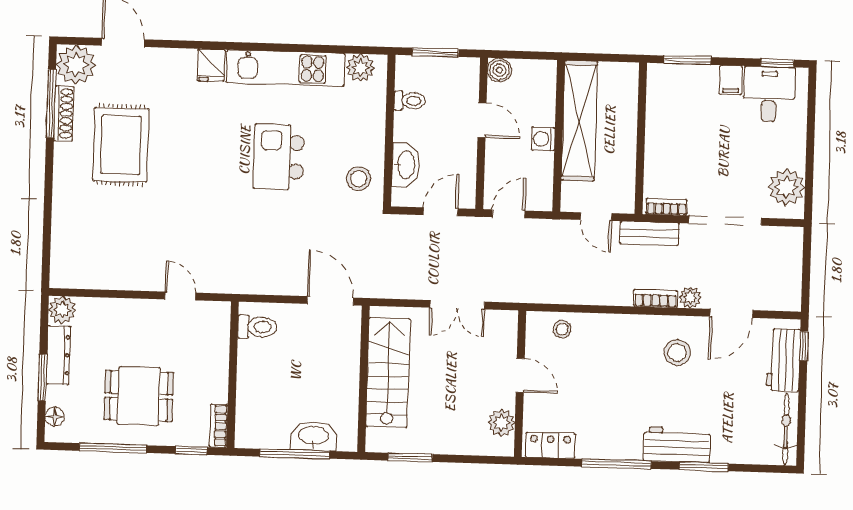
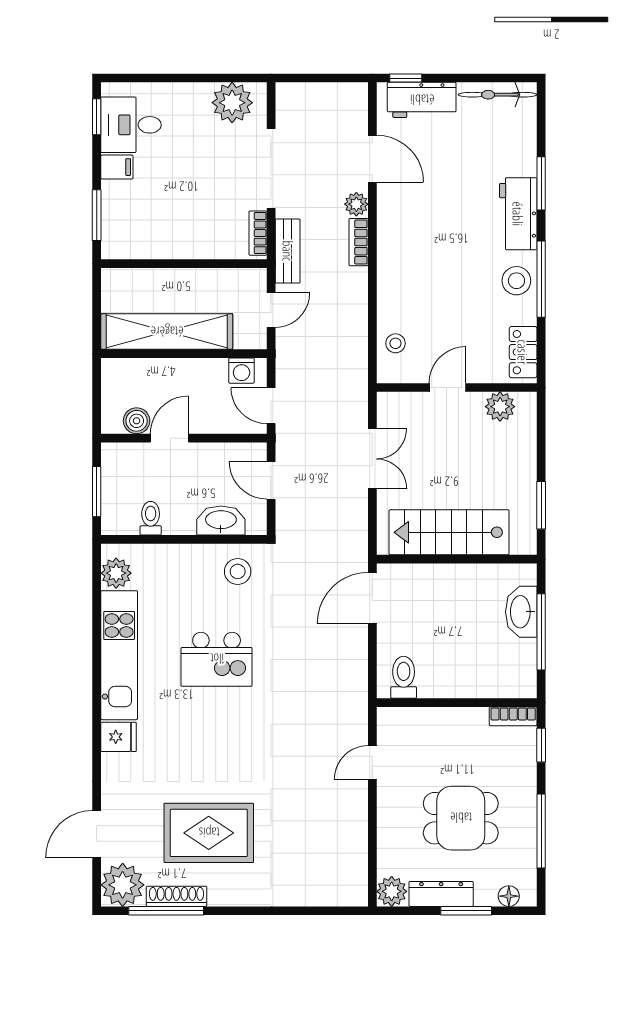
boiler: (499, 70) -> (137, 421), moved
washing machine: (543, 139) -> (242, 371), moved
stool: (677, 353) -> (516, 281), moved
dining table: (139, 396) -> (461, 818), moved, turned 90

